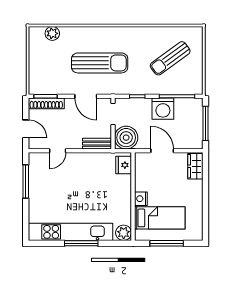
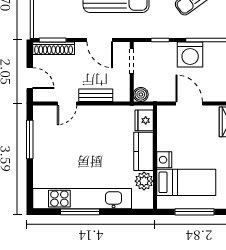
boiler: (126, 138) -> (141, 94), width x0.54, depth x0.54
bench: (97, 144) -> (96, 95), moved
kitchen counter: (123, 192) -> (143, 151), added
plant: (124, 233) -> (144, 181), moved
window: (81, 243) -> (80, 212), moved

